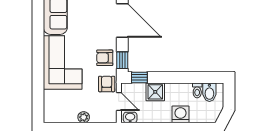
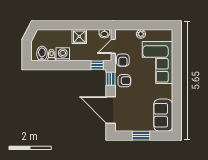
corner sofa: (63, 62) -> (157, 62), moved
shower: (155, 92) -> (79, 37), moved
door: (119, 101) -> (113, 46), hinge flipped
washing machine: (180, 114) -> (63, 54), moved, turned 180

